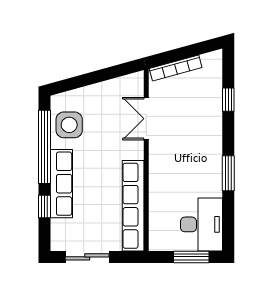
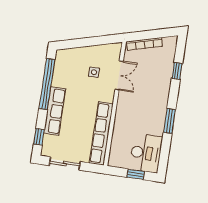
double door: (146, 119) -> (119, 75), swing flipped
side table: (69, 125) -> (94, 72), moved, width x0.54, depth x0.54
window: (44, 207) -> (39, 137), moved
window: (191, 257) -> (136, 174), width x0.67

